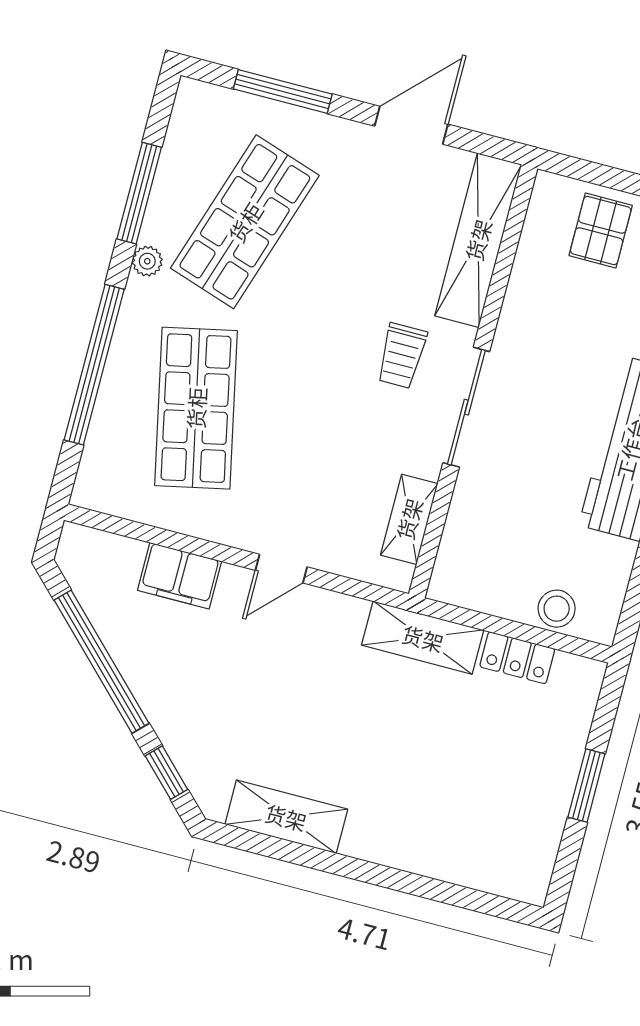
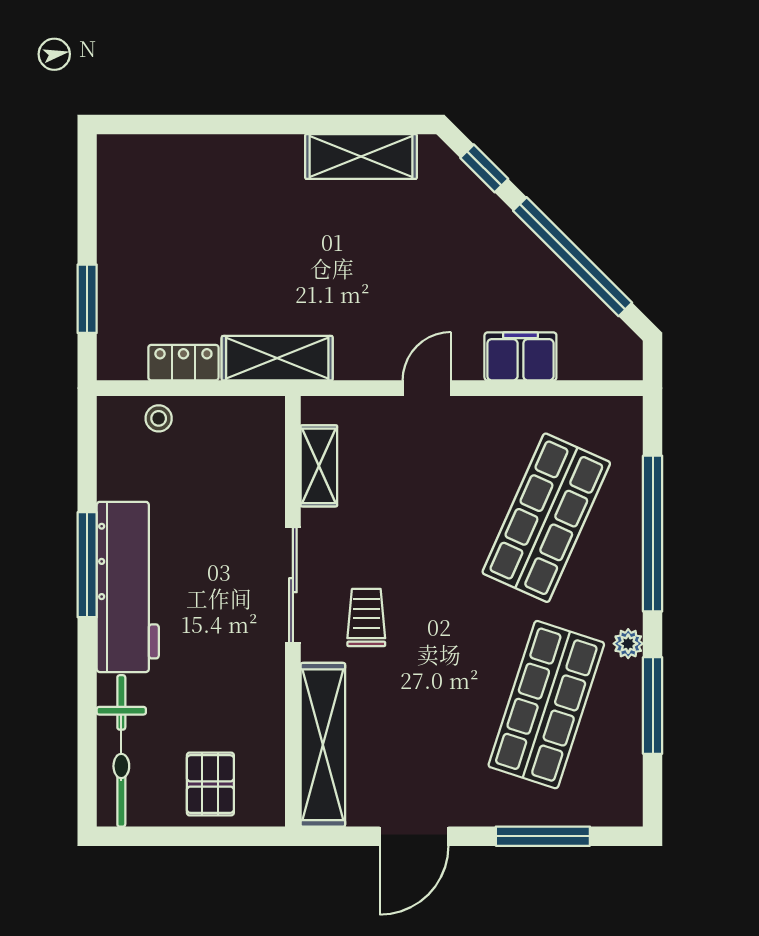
shop shelf: (196, 408) -> (546, 518), turned 36
stool: (557, 609) -> (159, 418), width x0.73, depth x0.73
window: (586, 785) -> (87, 299), moved

